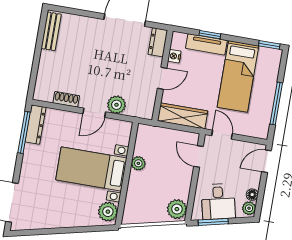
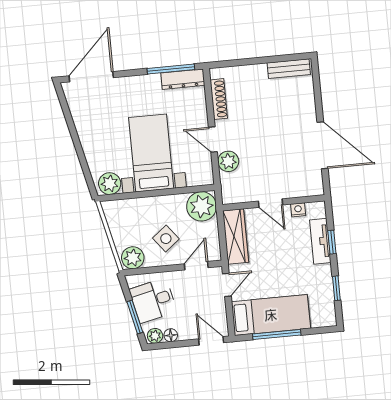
dresser: (158, 42) -> (308, 188), removed
window: (269, 45) -> (336, 288), moved
bed: (238, 76) -> (271, 315), moved, turned 180
shoe rack: (66, 99) -> (219, 99), width x1.43
plant: (138, 163) -> (202, 206), moved, width x1.88, depth x1.88
side table: (168, 176) -> (166, 239), added
window: (213, 222) -> (135, 317), moved

